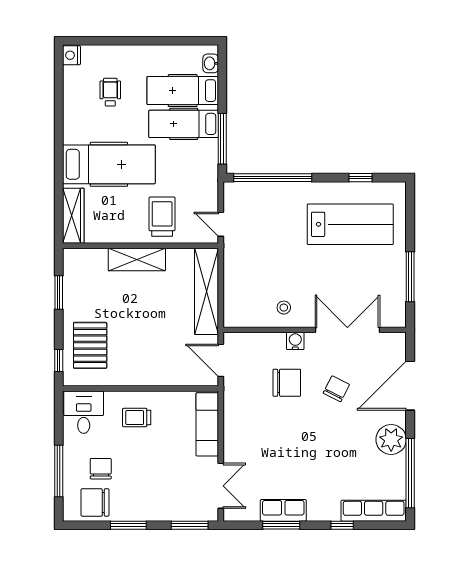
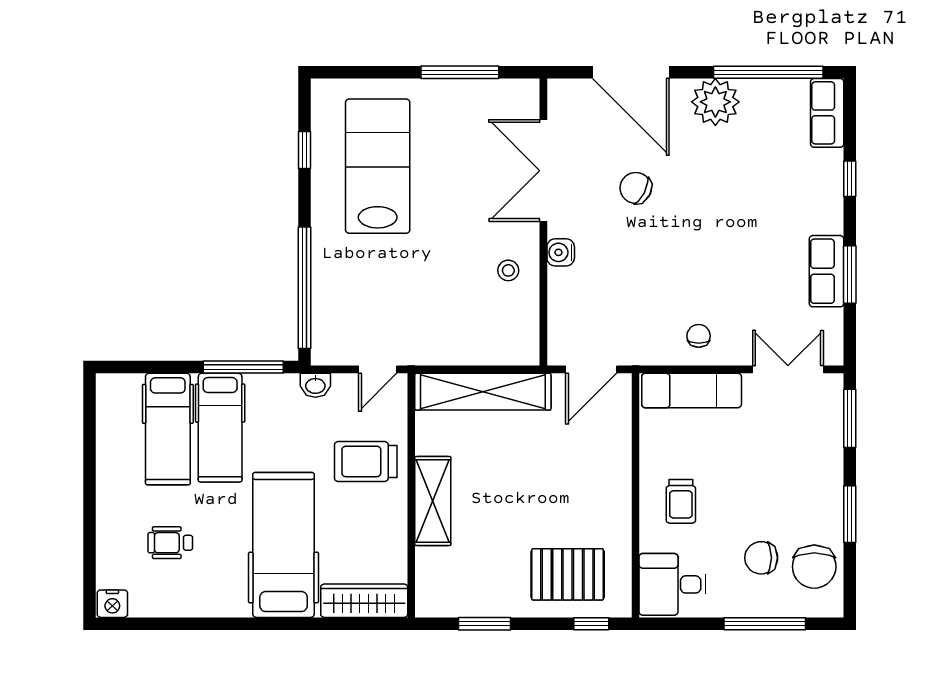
washbasin: (211, 63) -> (315, 385), moved
chair: (287, 383) -> (699, 336), moved, width x0.54, depth x0.54
row of seats: (374, 511) -> (827, 113), width x0.68

